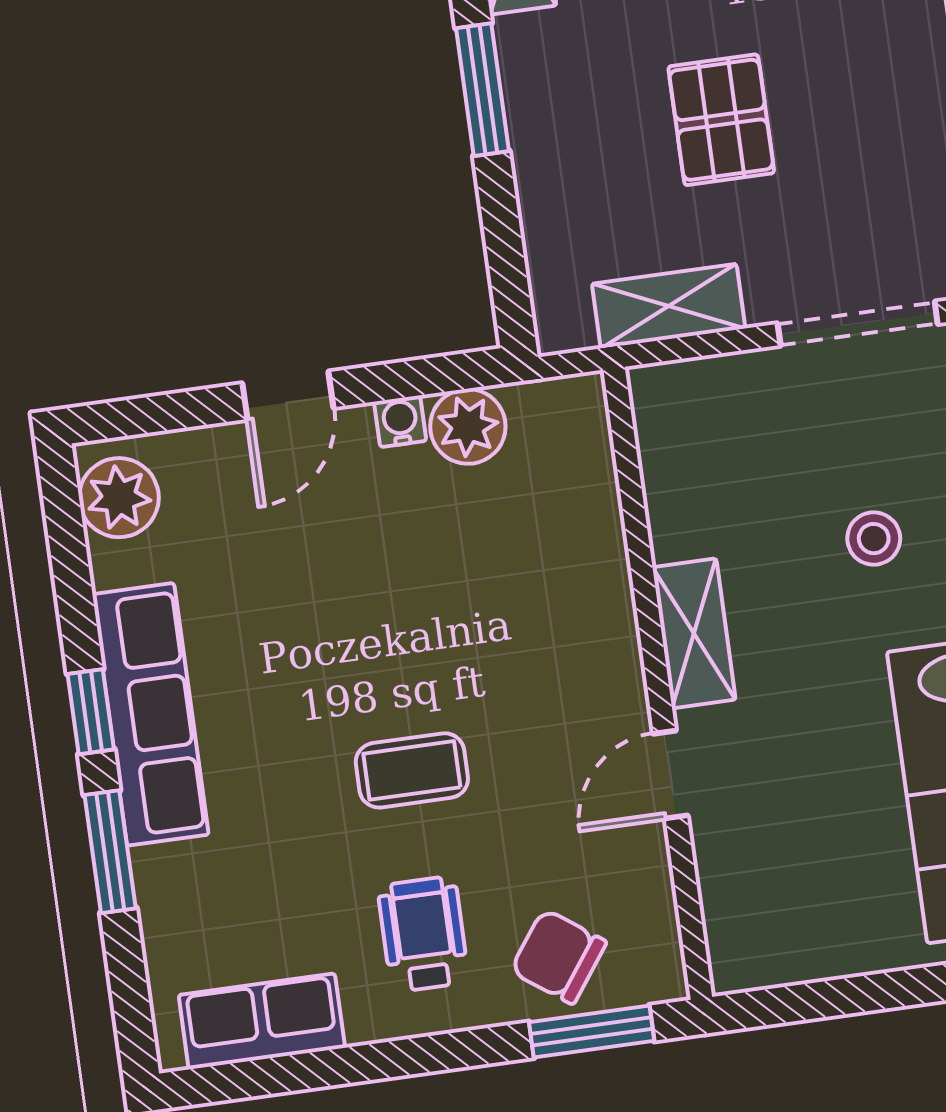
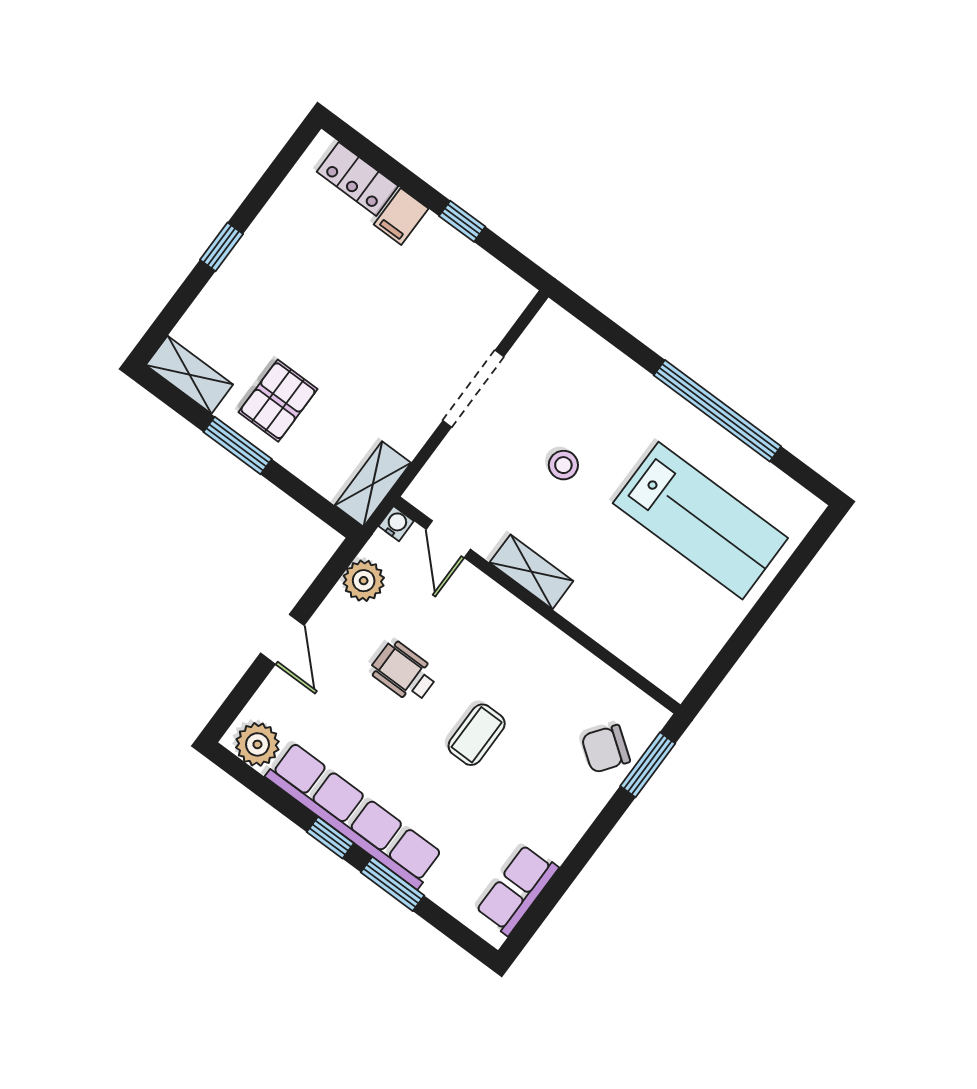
pallet: (721, 120) -> (278, 401), moved, turned 90
shelving: (669, 306) -> (373, 484), moved
water cooler: (400, 421) -> (396, 524), moved, turned 90
row of seats: (150, 714) -> (354, 815), width x1.36
door: (670, 775) -> (448, 539), moved
wheelchair: (423, 934) -> (404, 672), moved

